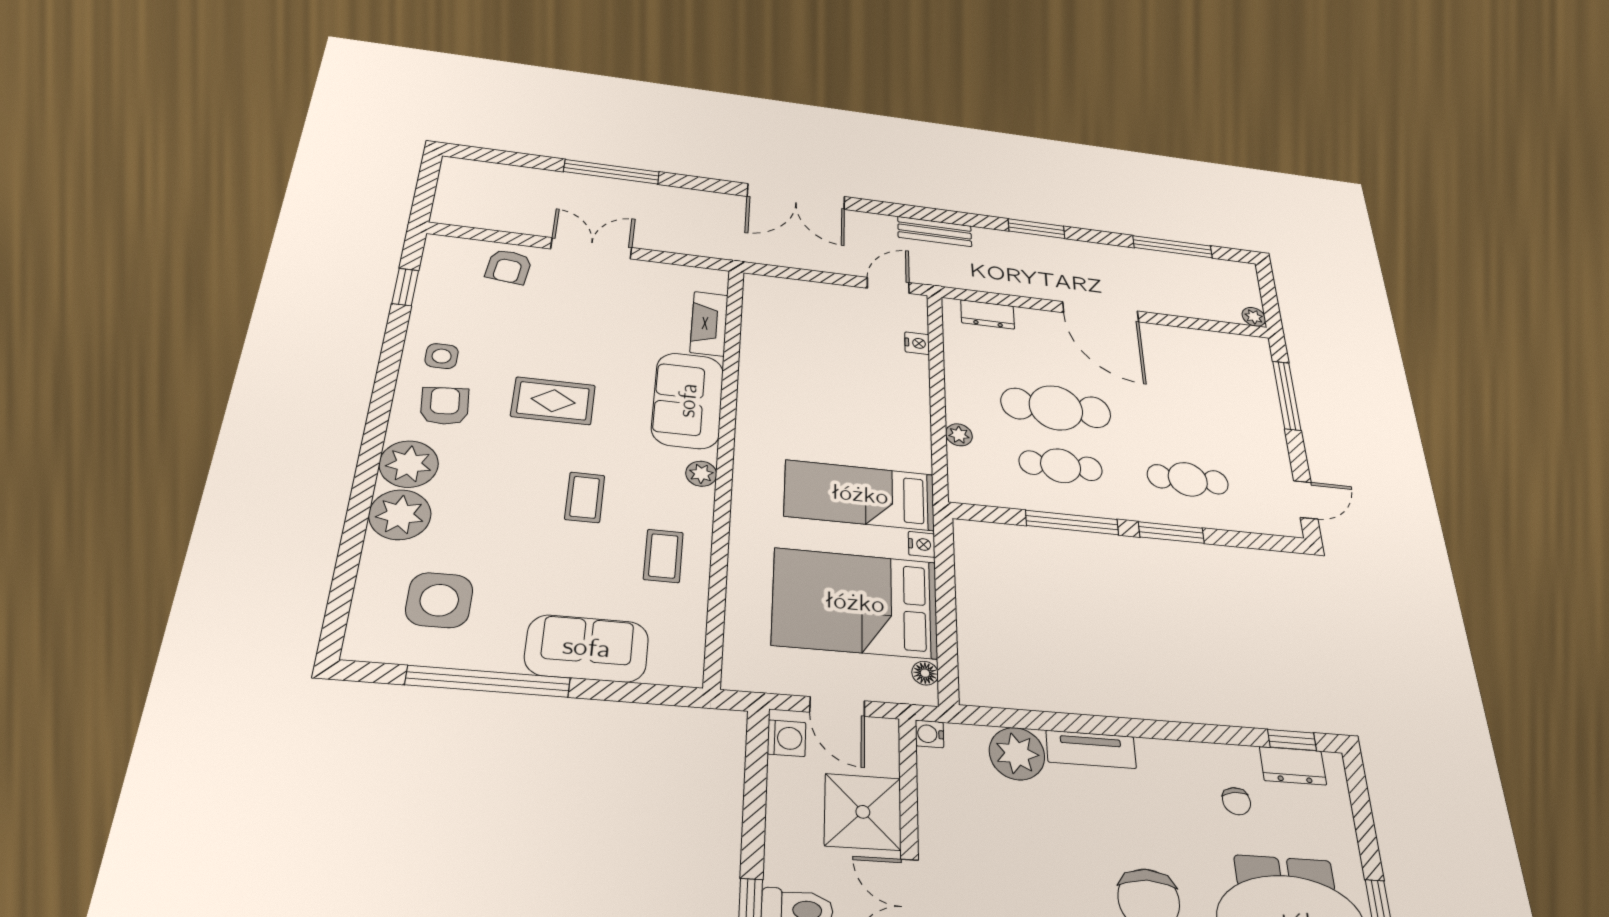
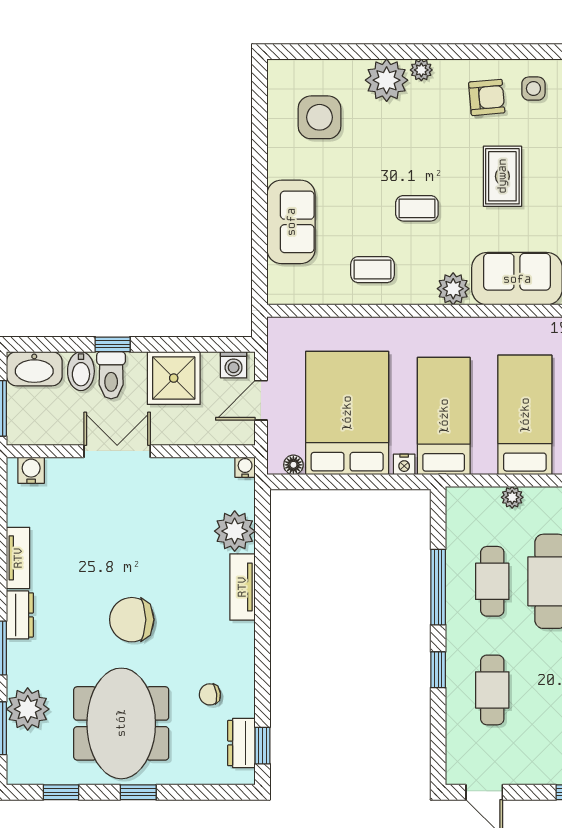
bed: (858, 411) -> (525, 415), added
plant: (409, 464) -> (421, 70), width x0.53, depth x0.53
plant: (701, 474) -> (453, 289), width x1.38, depth x1.38
window: (1171, 533) -> (438, 670), width x0.67
window: (488, 681) -> (260, 158), removed
shower: (863, 812) -> (174, 378), moved

